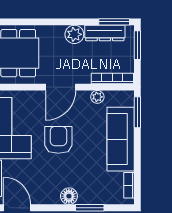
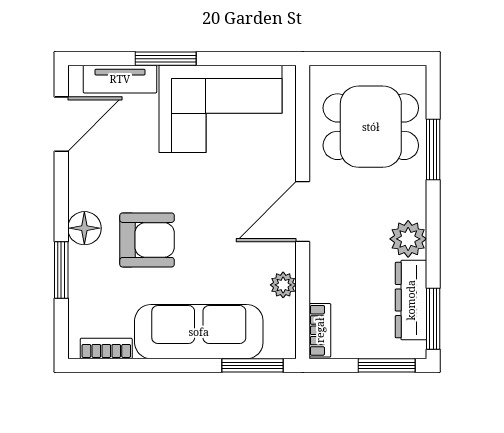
window: (30, 22) -> (433, 149), added
bookcase: (112, 78) -> (320, 330), width x0.64
door: (61, 87) -> (303, 211), hinge flipped
armchair: (58, 140) -> (147, 240), moved

